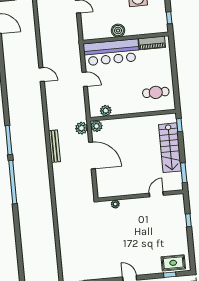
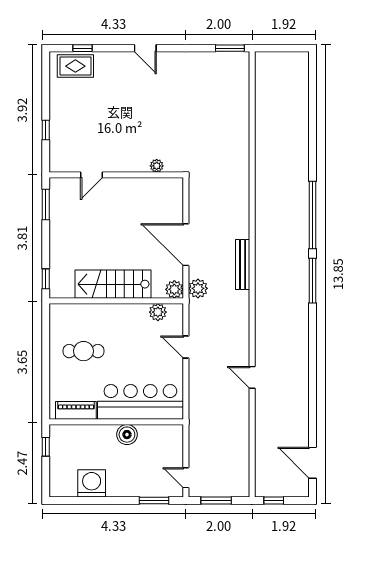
door: (85, 79) -> (186, 347), moved
cafe table: (156, 92) -> (83, 351), moved
stairs: (170, 148) -> (113, 284), moved, turned -90

